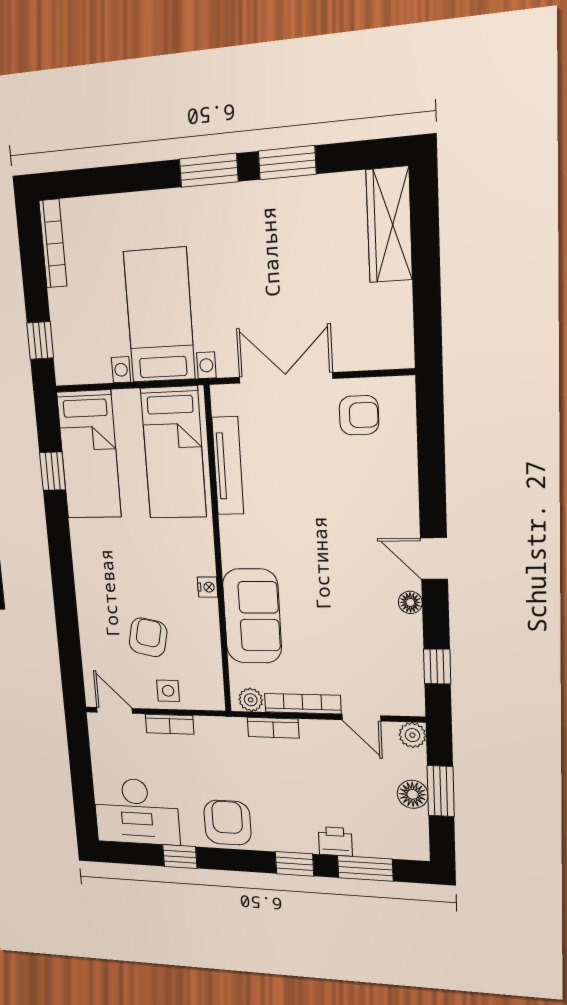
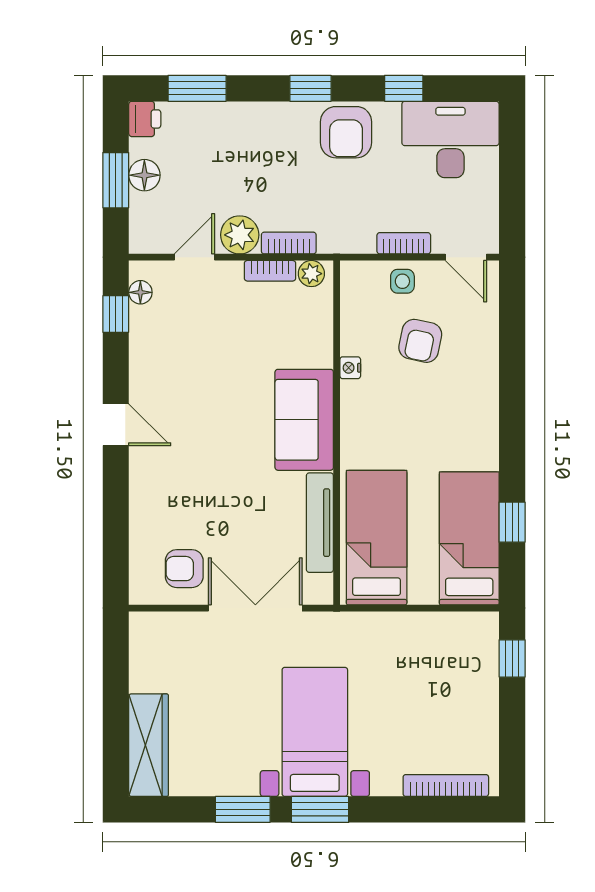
bookcase: (53, 244) -> (446, 785), moved, turned 90
bed with nightstands: (159, 315) -> (315, 732), moved, turned 180
double door: (286, 378) -> (255, 608), swing flipped
nightstand: (208, 587) -> (350, 368), moved
floor lamp: (410, 602) -> (140, 292), moved
sofa: (252, 616) -> (304, 420), moved
bookcase: (303, 704) -> (270, 271), width x0.64
door: (361, 718) -> (195, 257), hinge flipped
plant: (412, 735) -> (240, 235), moved, width x1.38, depth x1.38
printer: (335, 841) -> (145, 119), moved, turned -90
window: (294, 864) -> (311, 88), moved

